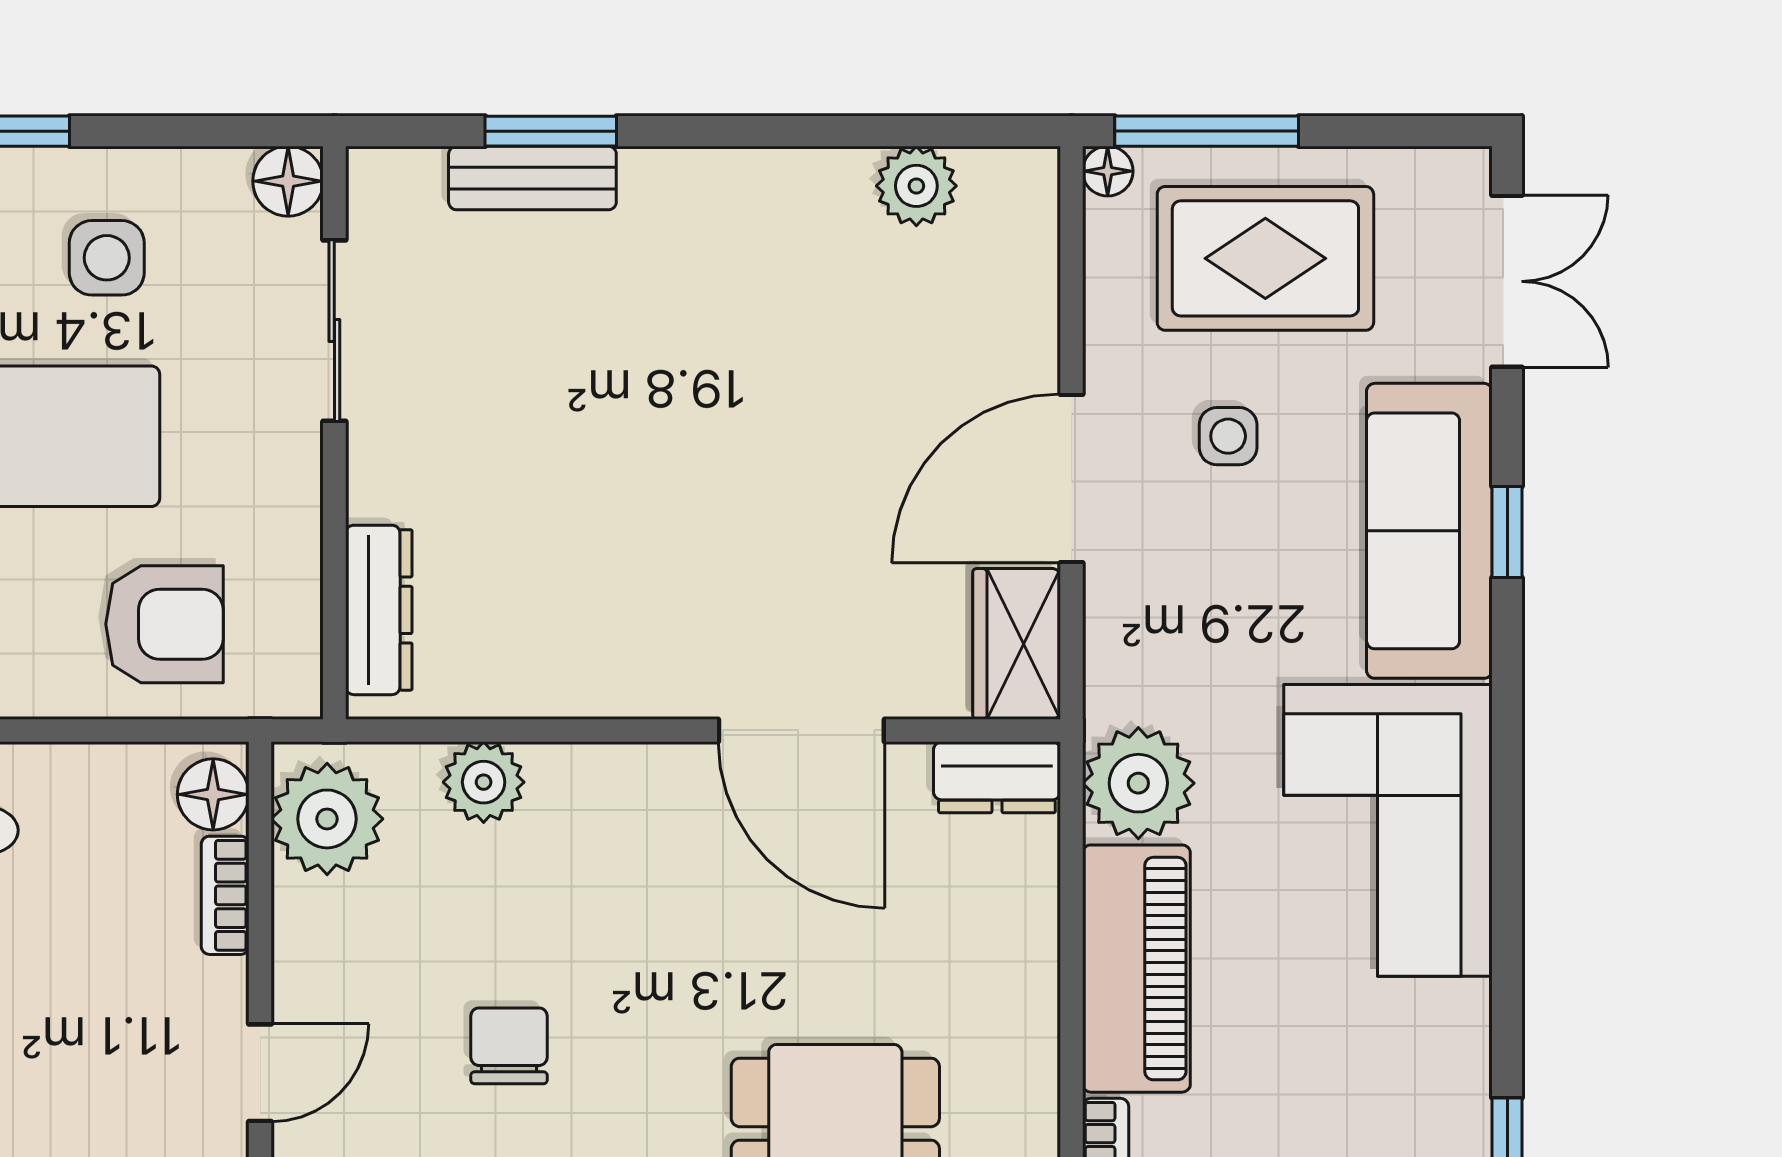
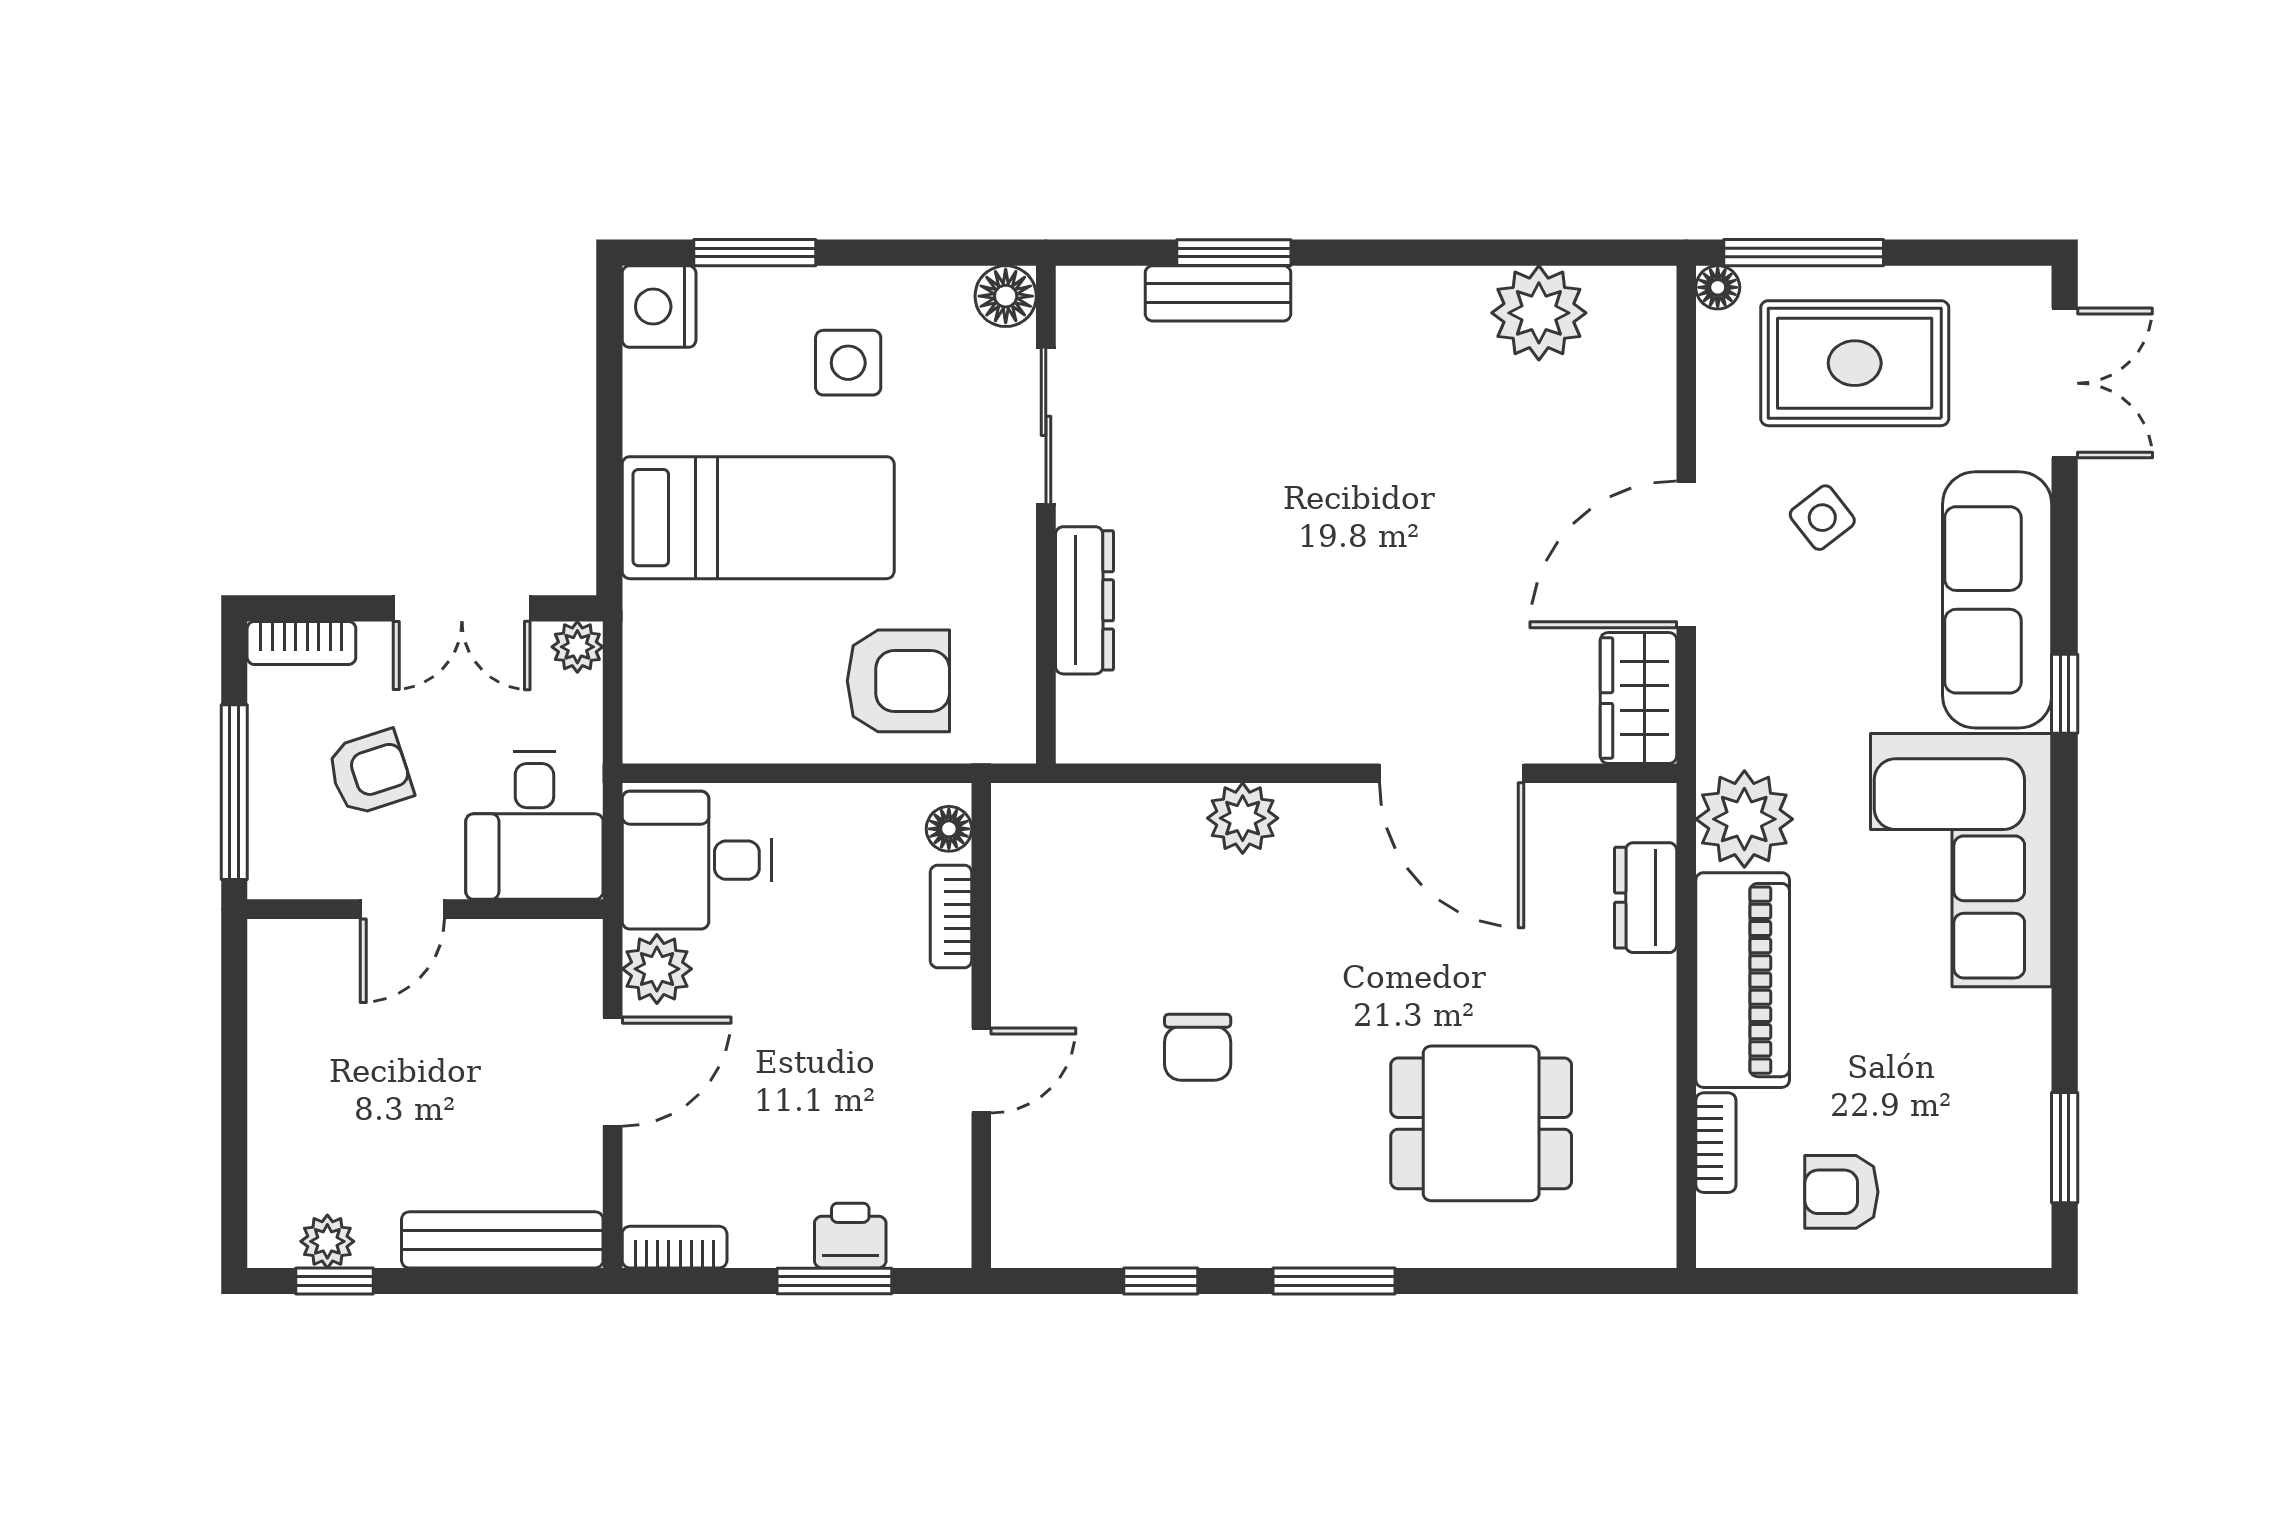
plant: (916, 186) -> (1539, 313), width x1.36, depth x1.36
side table: (1228, 436) -> (1822, 518), turned -38
window: (1507, 532) -> (2065, 694), moved
dresser: (379, 610) -> (1084, 600), moved
dresser: (997, 777) -> (1646, 898), moved, turned 90
plant: (484, 782) -> (1243, 818), moved
floor lamp: (213, 794) -> (949, 829), width x0.73, depth x0.73
plant: (327, 819) -> (1040, 850), removed
chair: (509, 1046) -> (1198, 1047), turned 180

